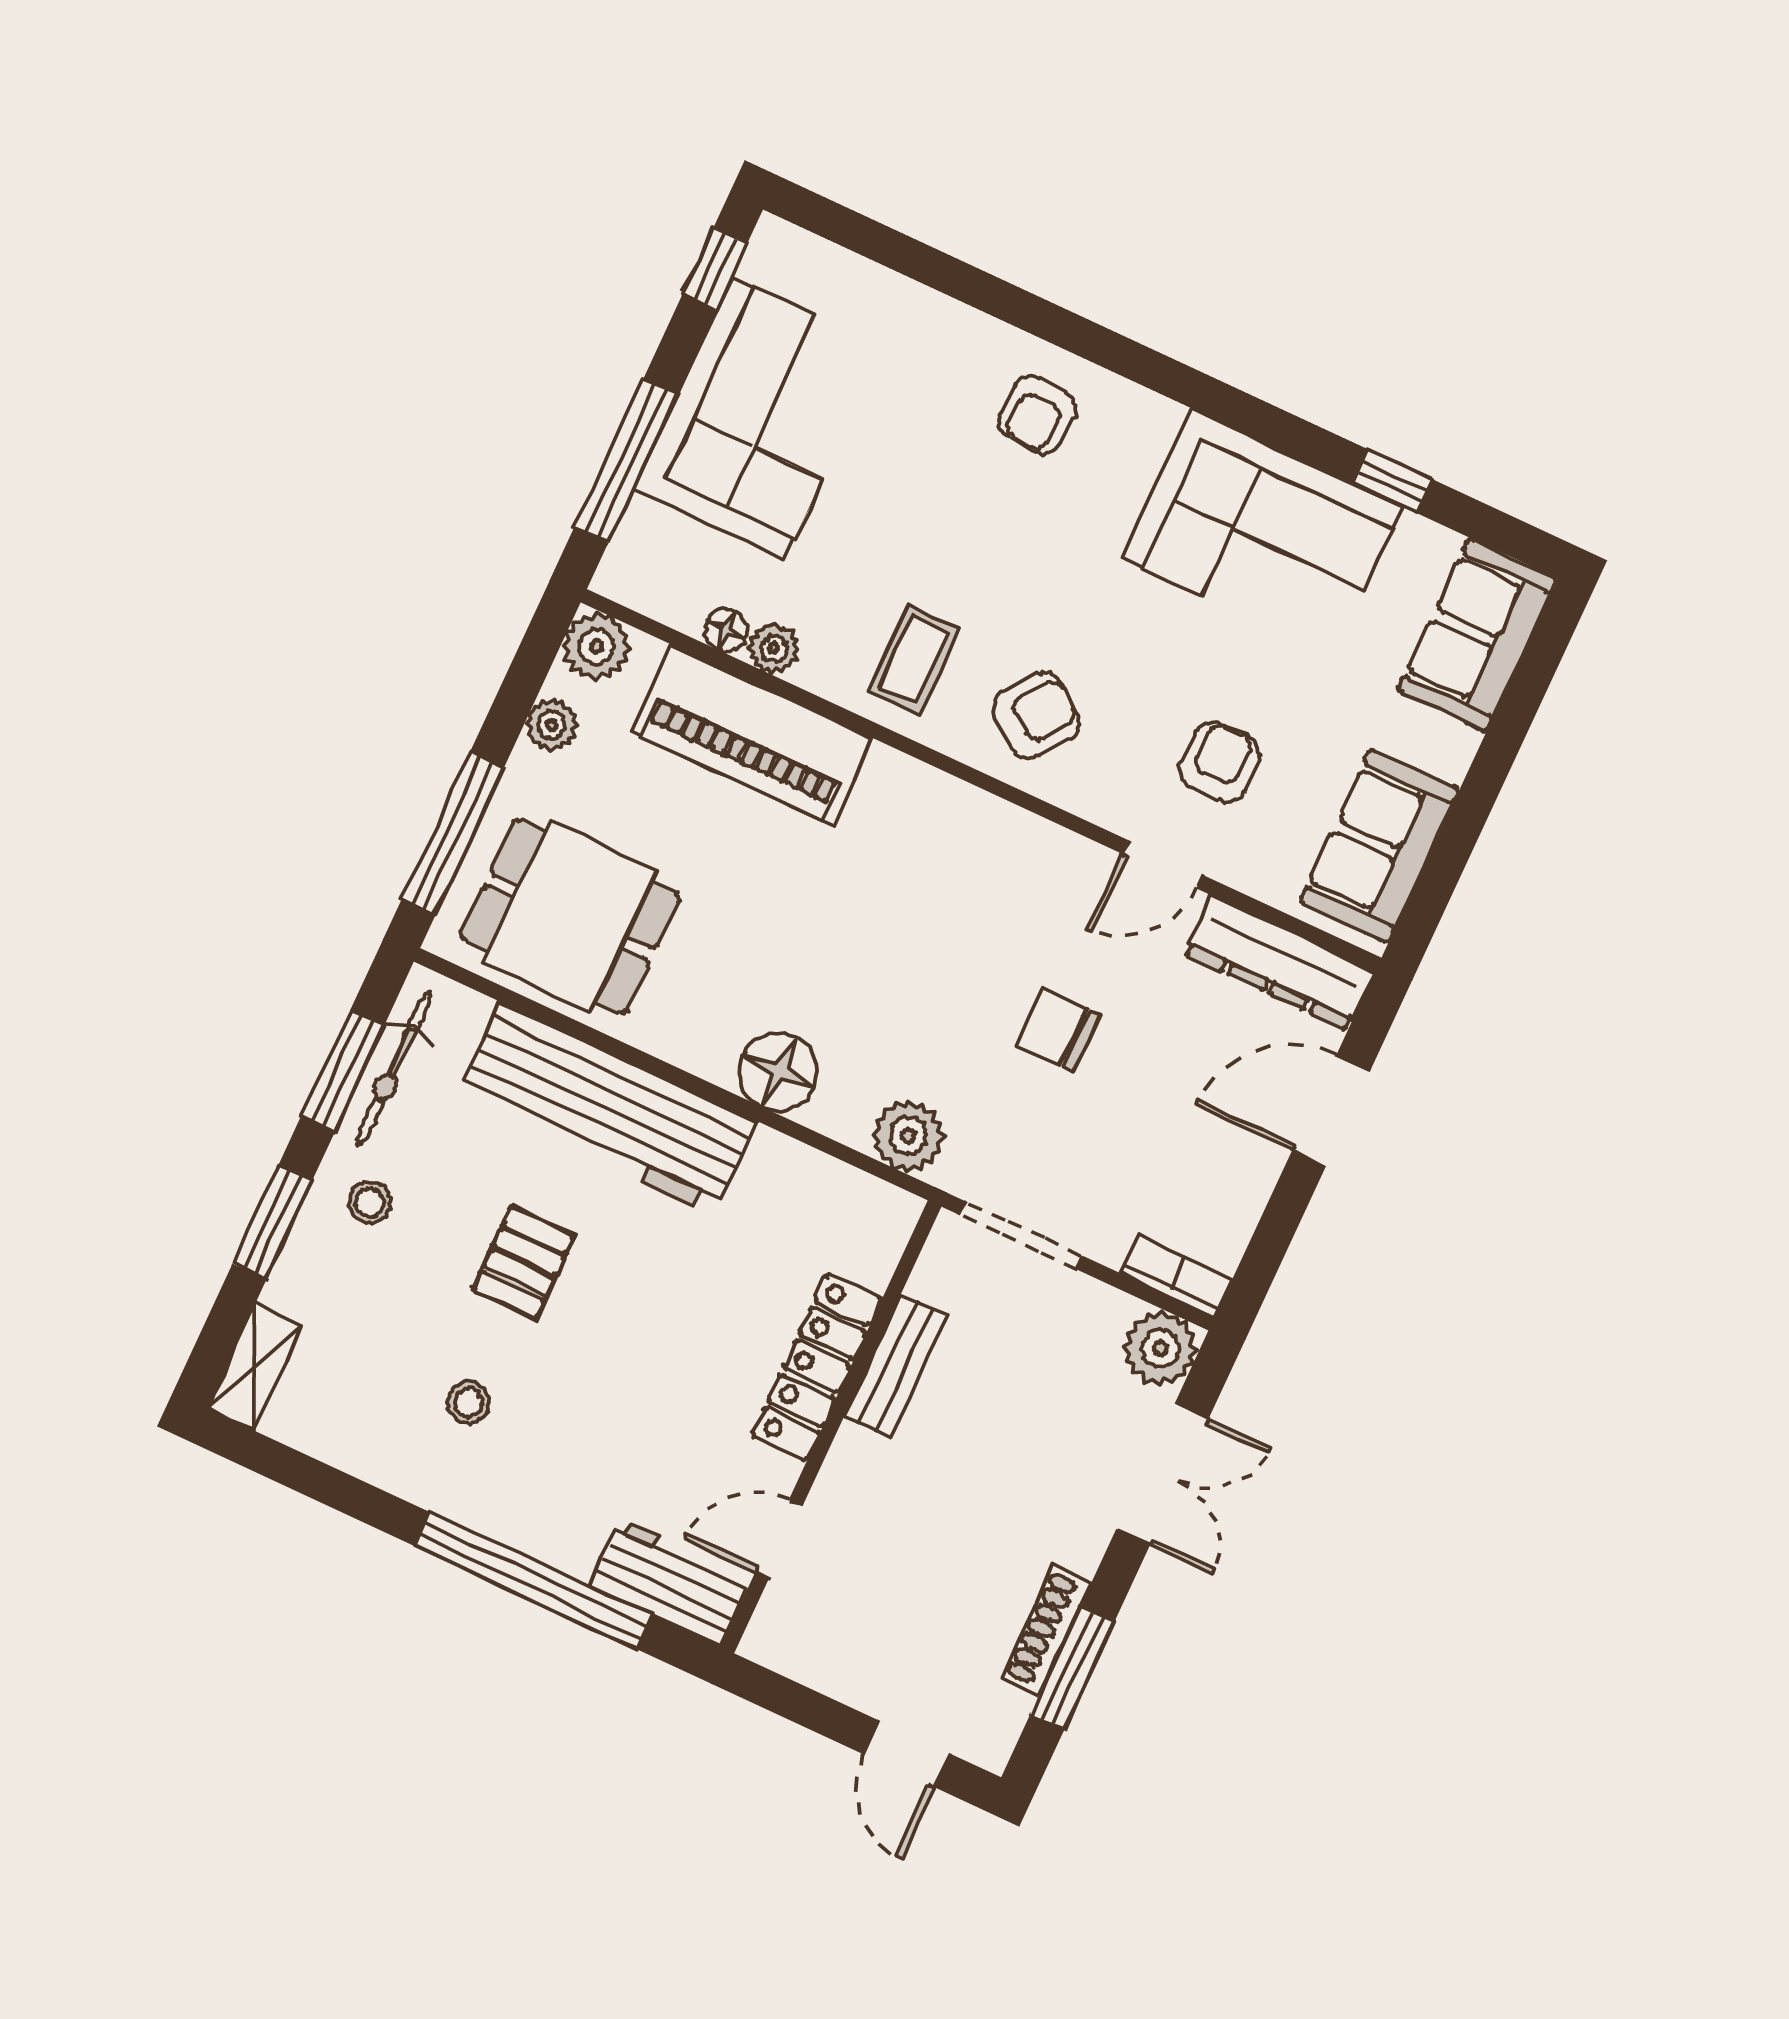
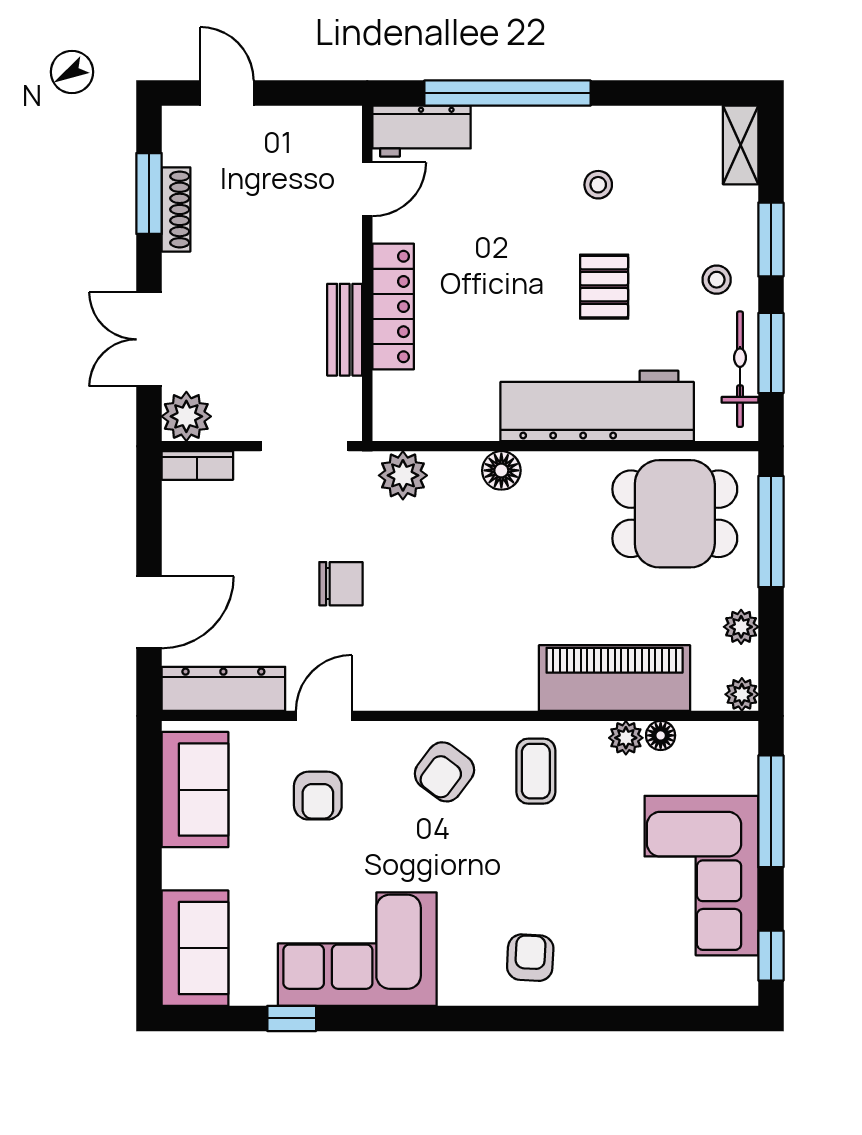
plant: (597, 647) -> (742, 694), width x0.73, depth x0.73
floor lamp: (779, 1072) -> (501, 470), width x0.73, depth x0.73

